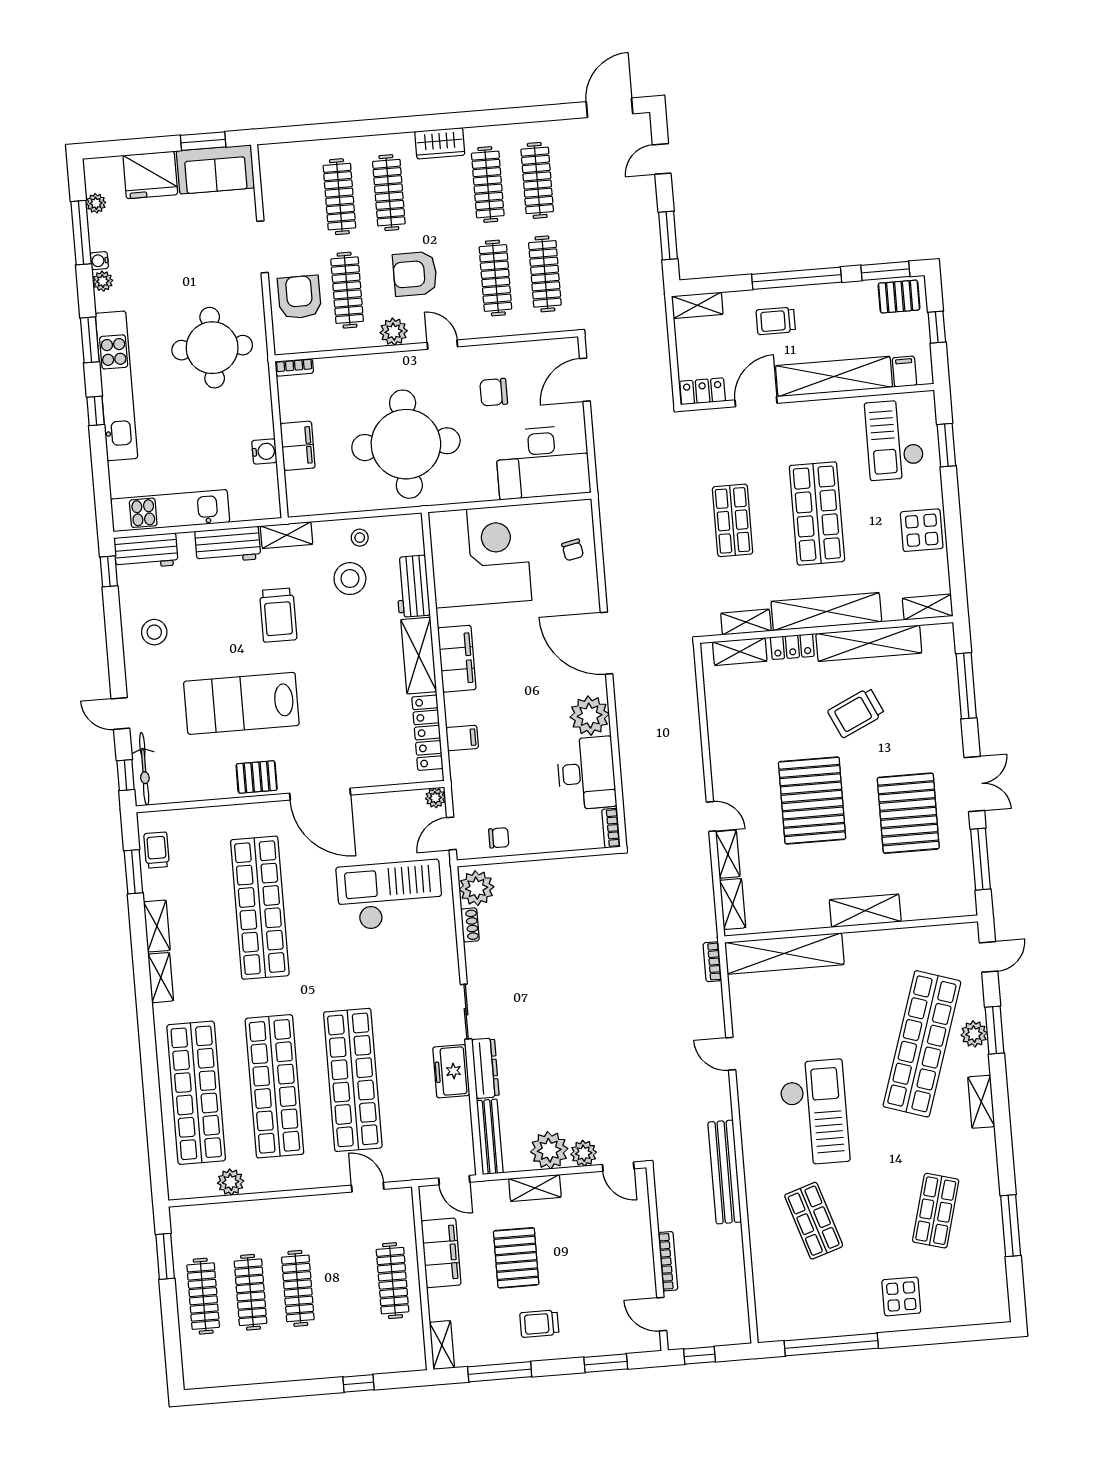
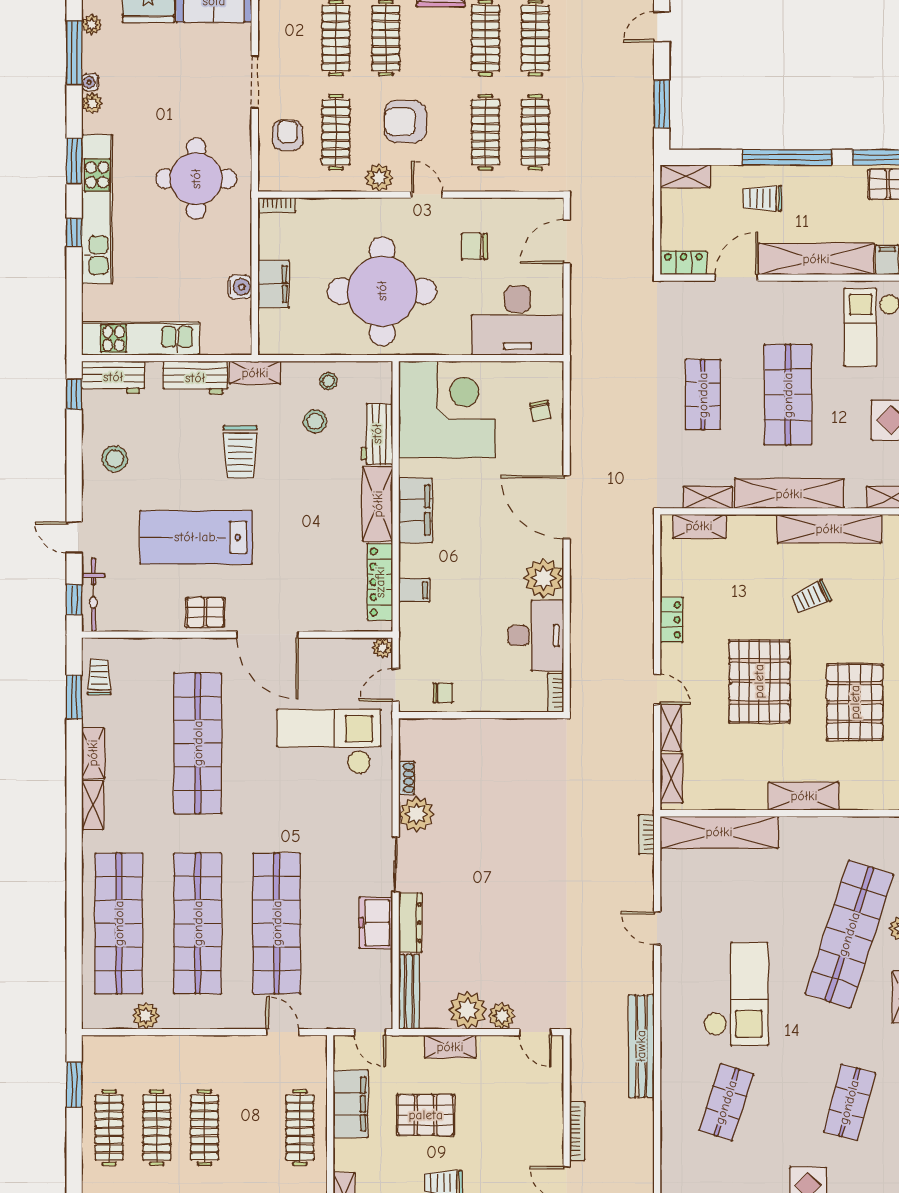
armchair: (299, 297) -> (288, 135), width x0.72, depth x0.72
stool: (350, 579) -> (315, 421), width x0.73, depth x0.73
locker: (792, 647) -> (672, 620), moved, turned -90
trolley: (856, 713) -> (811, 597), width x0.73, depth x0.72
plant: (477, 888) -> (416, 814), moved
shop shelf: (814, 1221) -> (726, 1102), turned 36
pallet: (516, 1258) -> (426, 1115), turned 90

